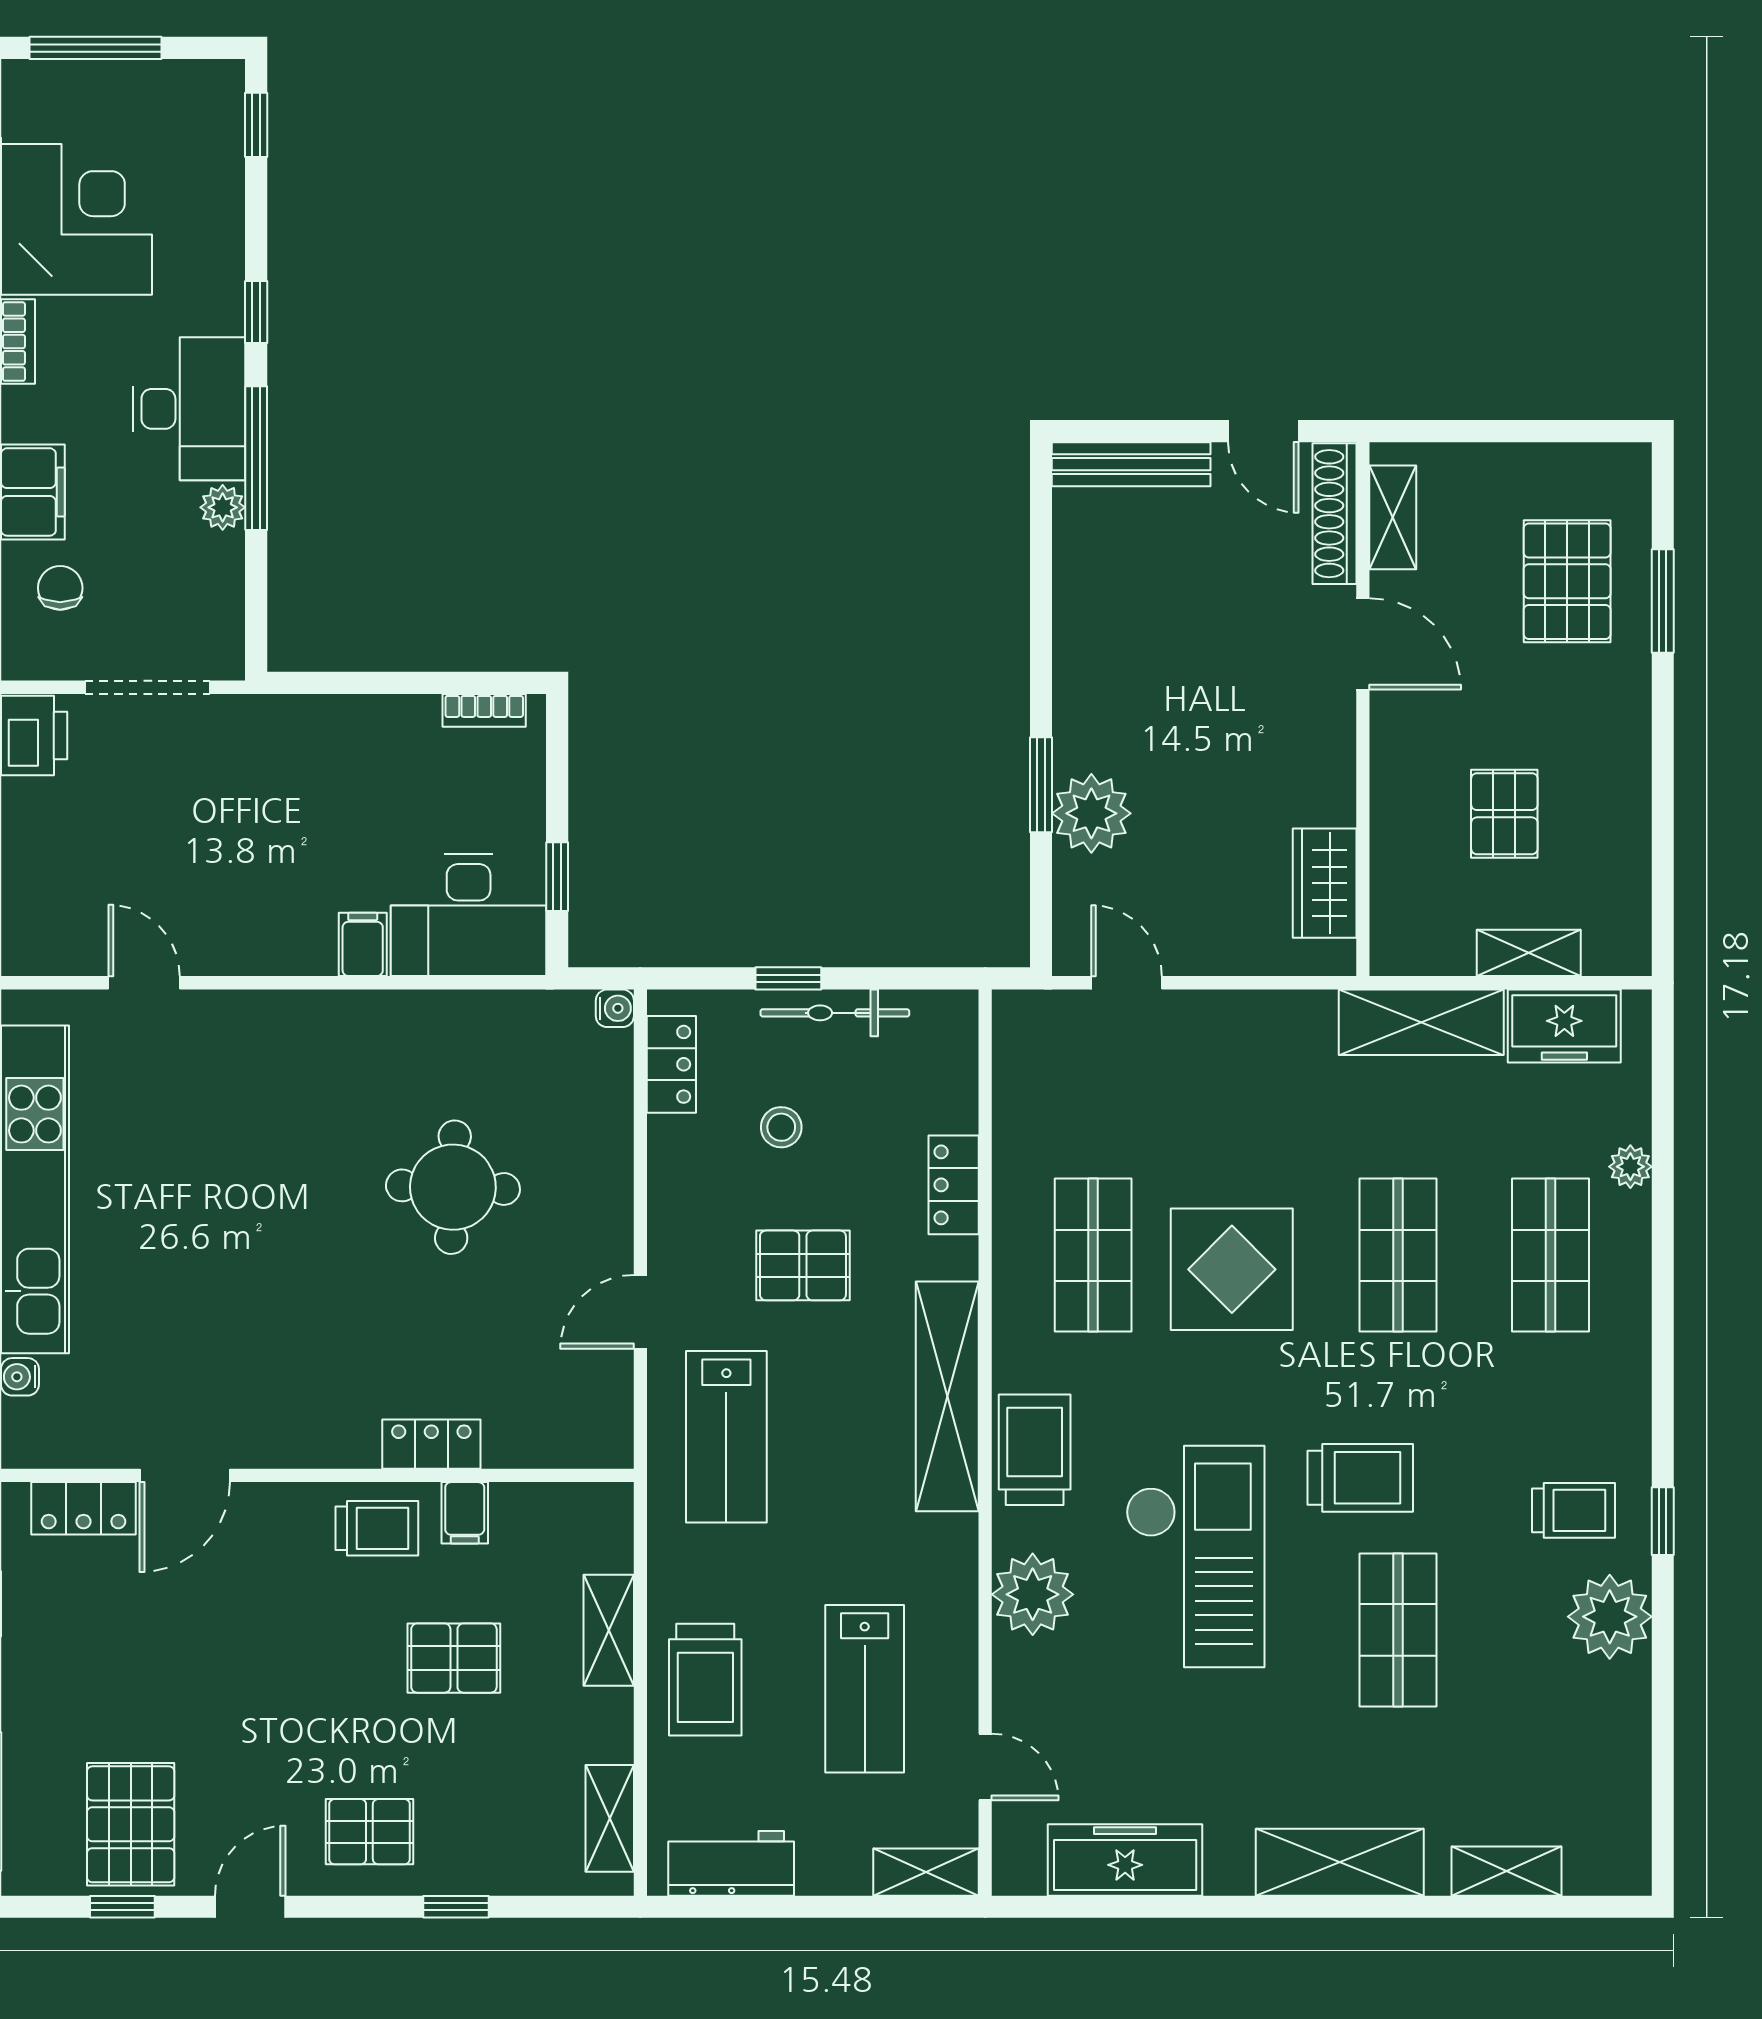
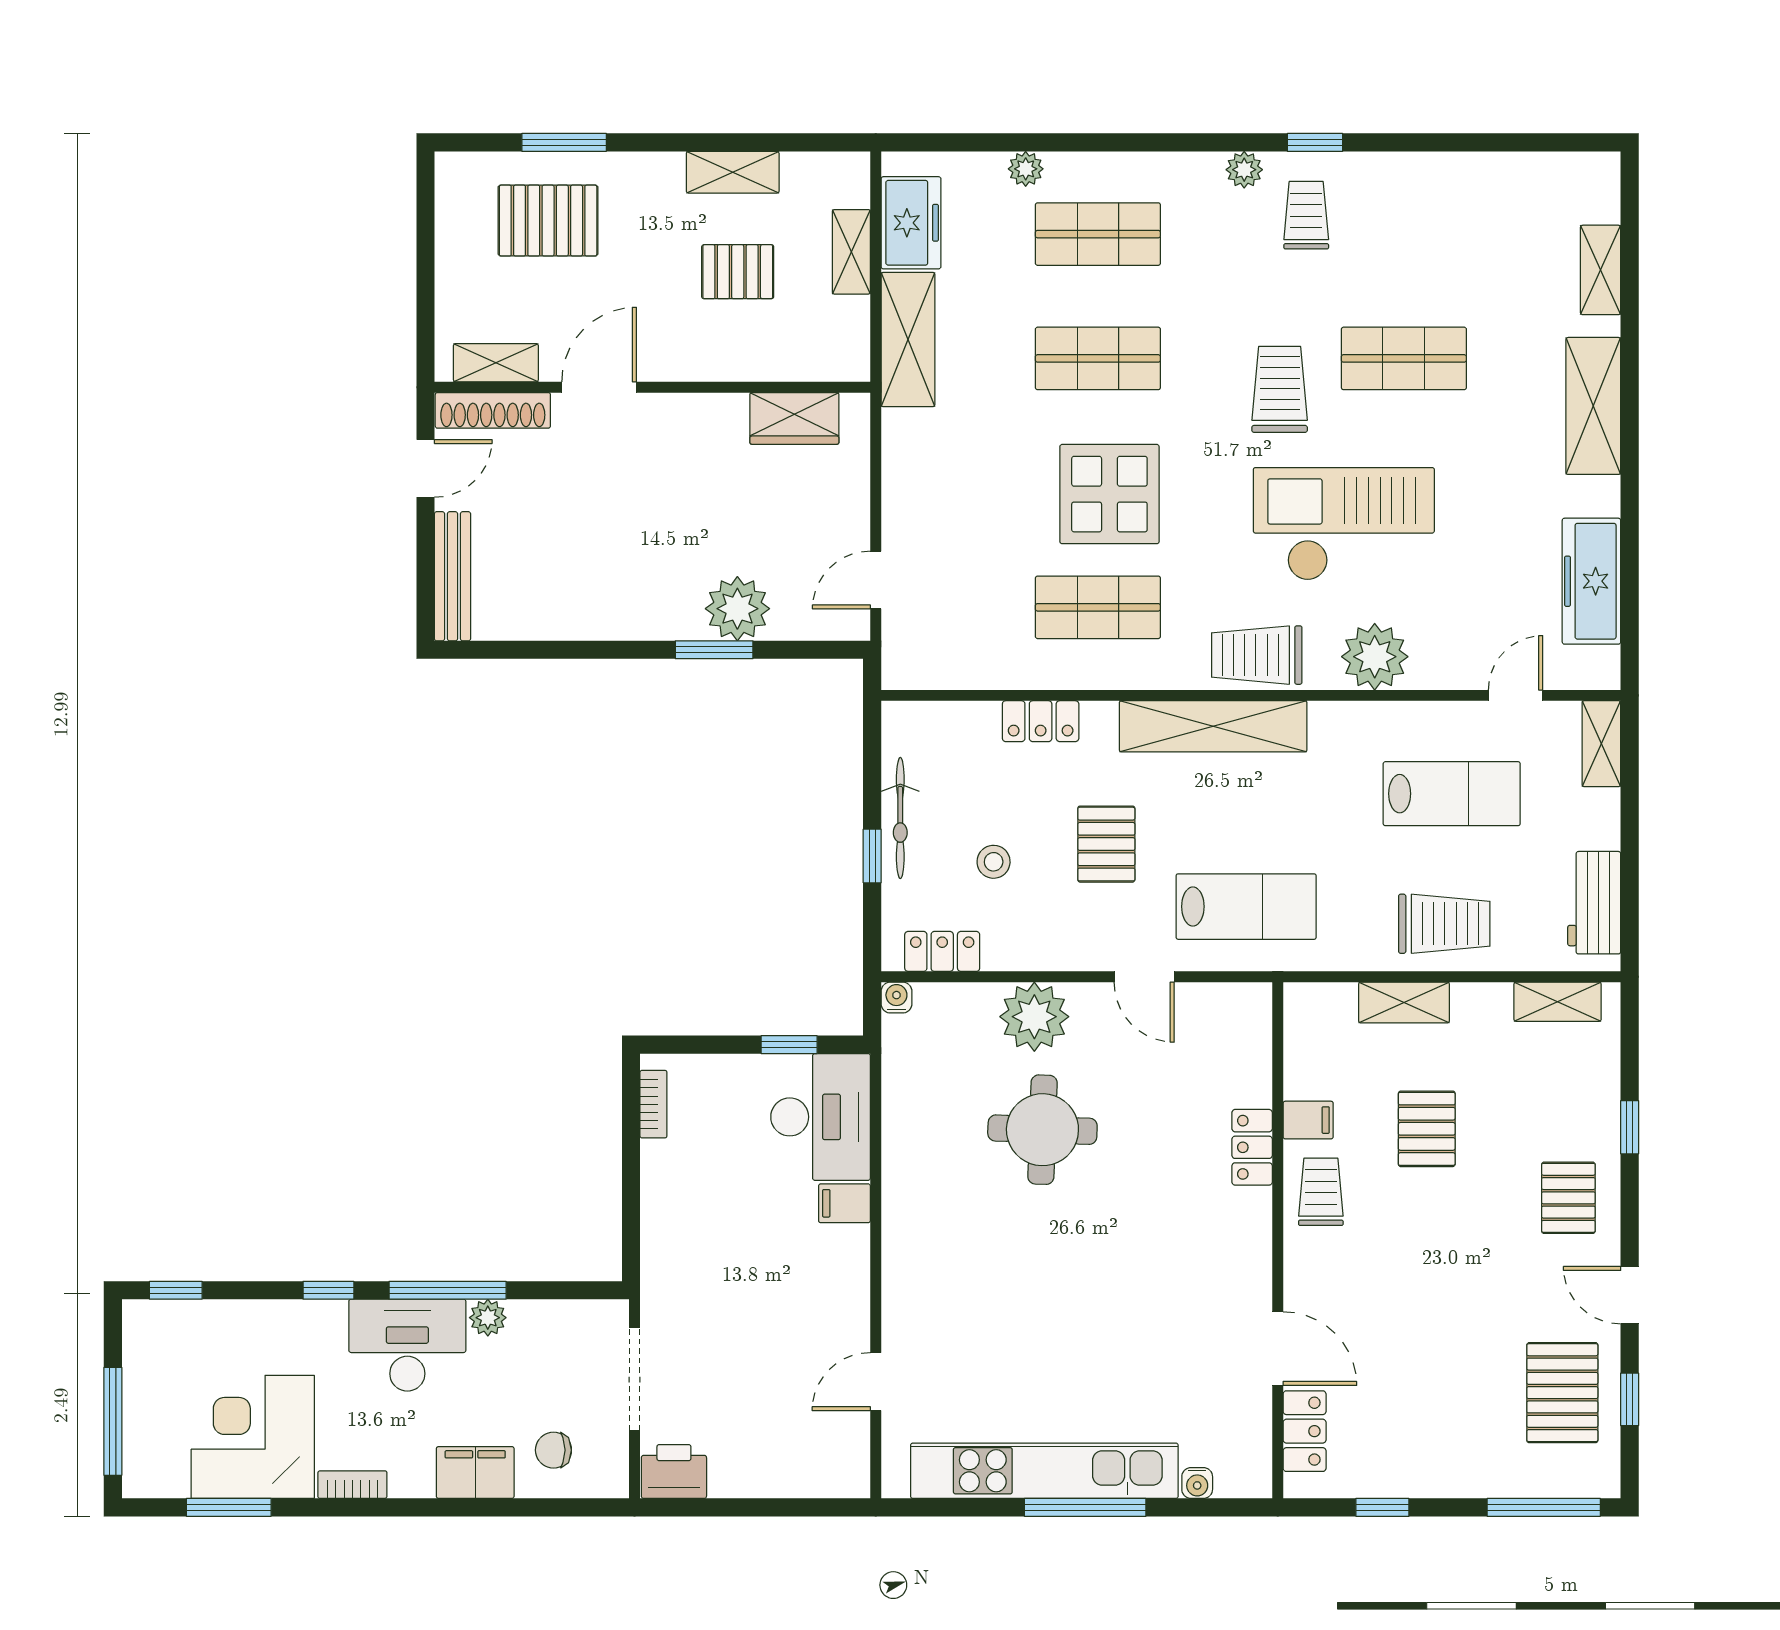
shelving: (1626, 808) -> (733, 172), added
plant: (591, 1177) -> (1034, 1017), added
plant: (1610, 1617) -> (1244, 170), moved, width x0.53, depth x0.53
pallet: (131, 1824) -> (1562, 1393), turned 90

